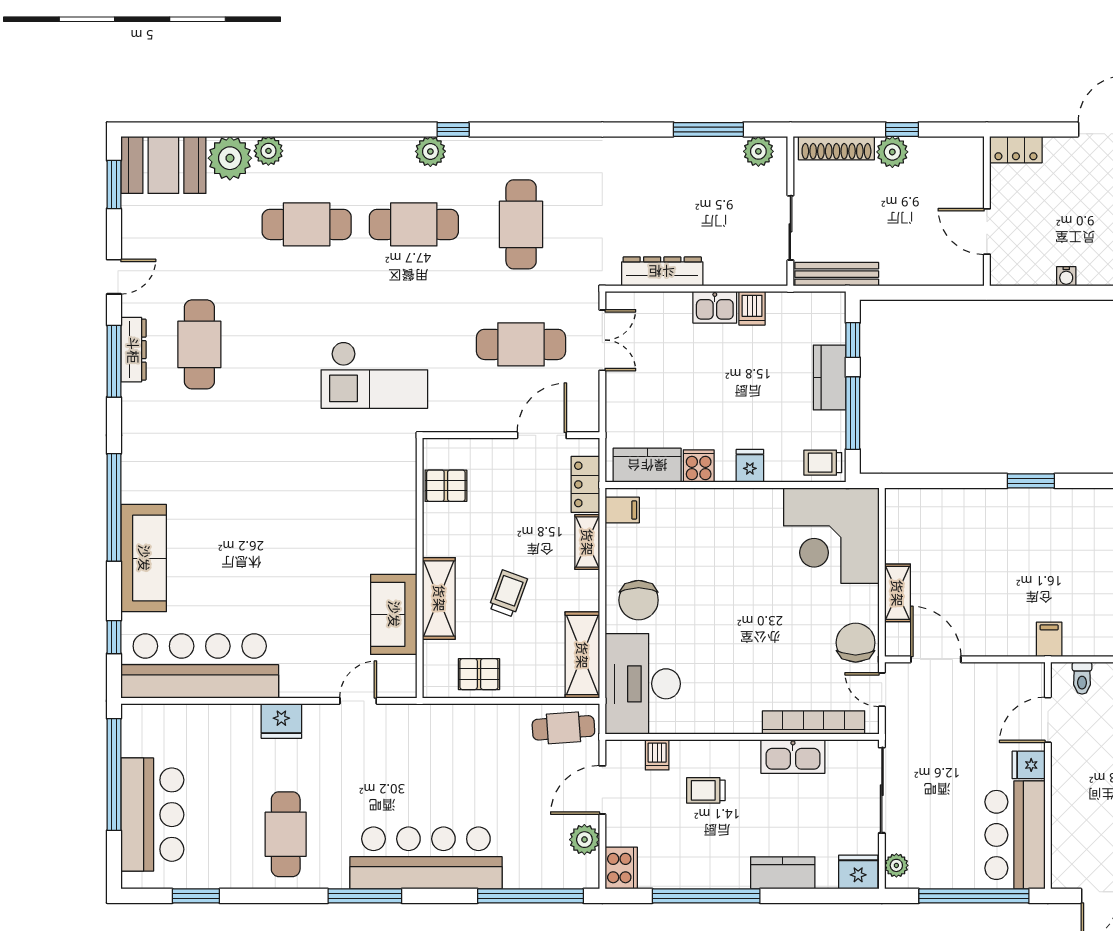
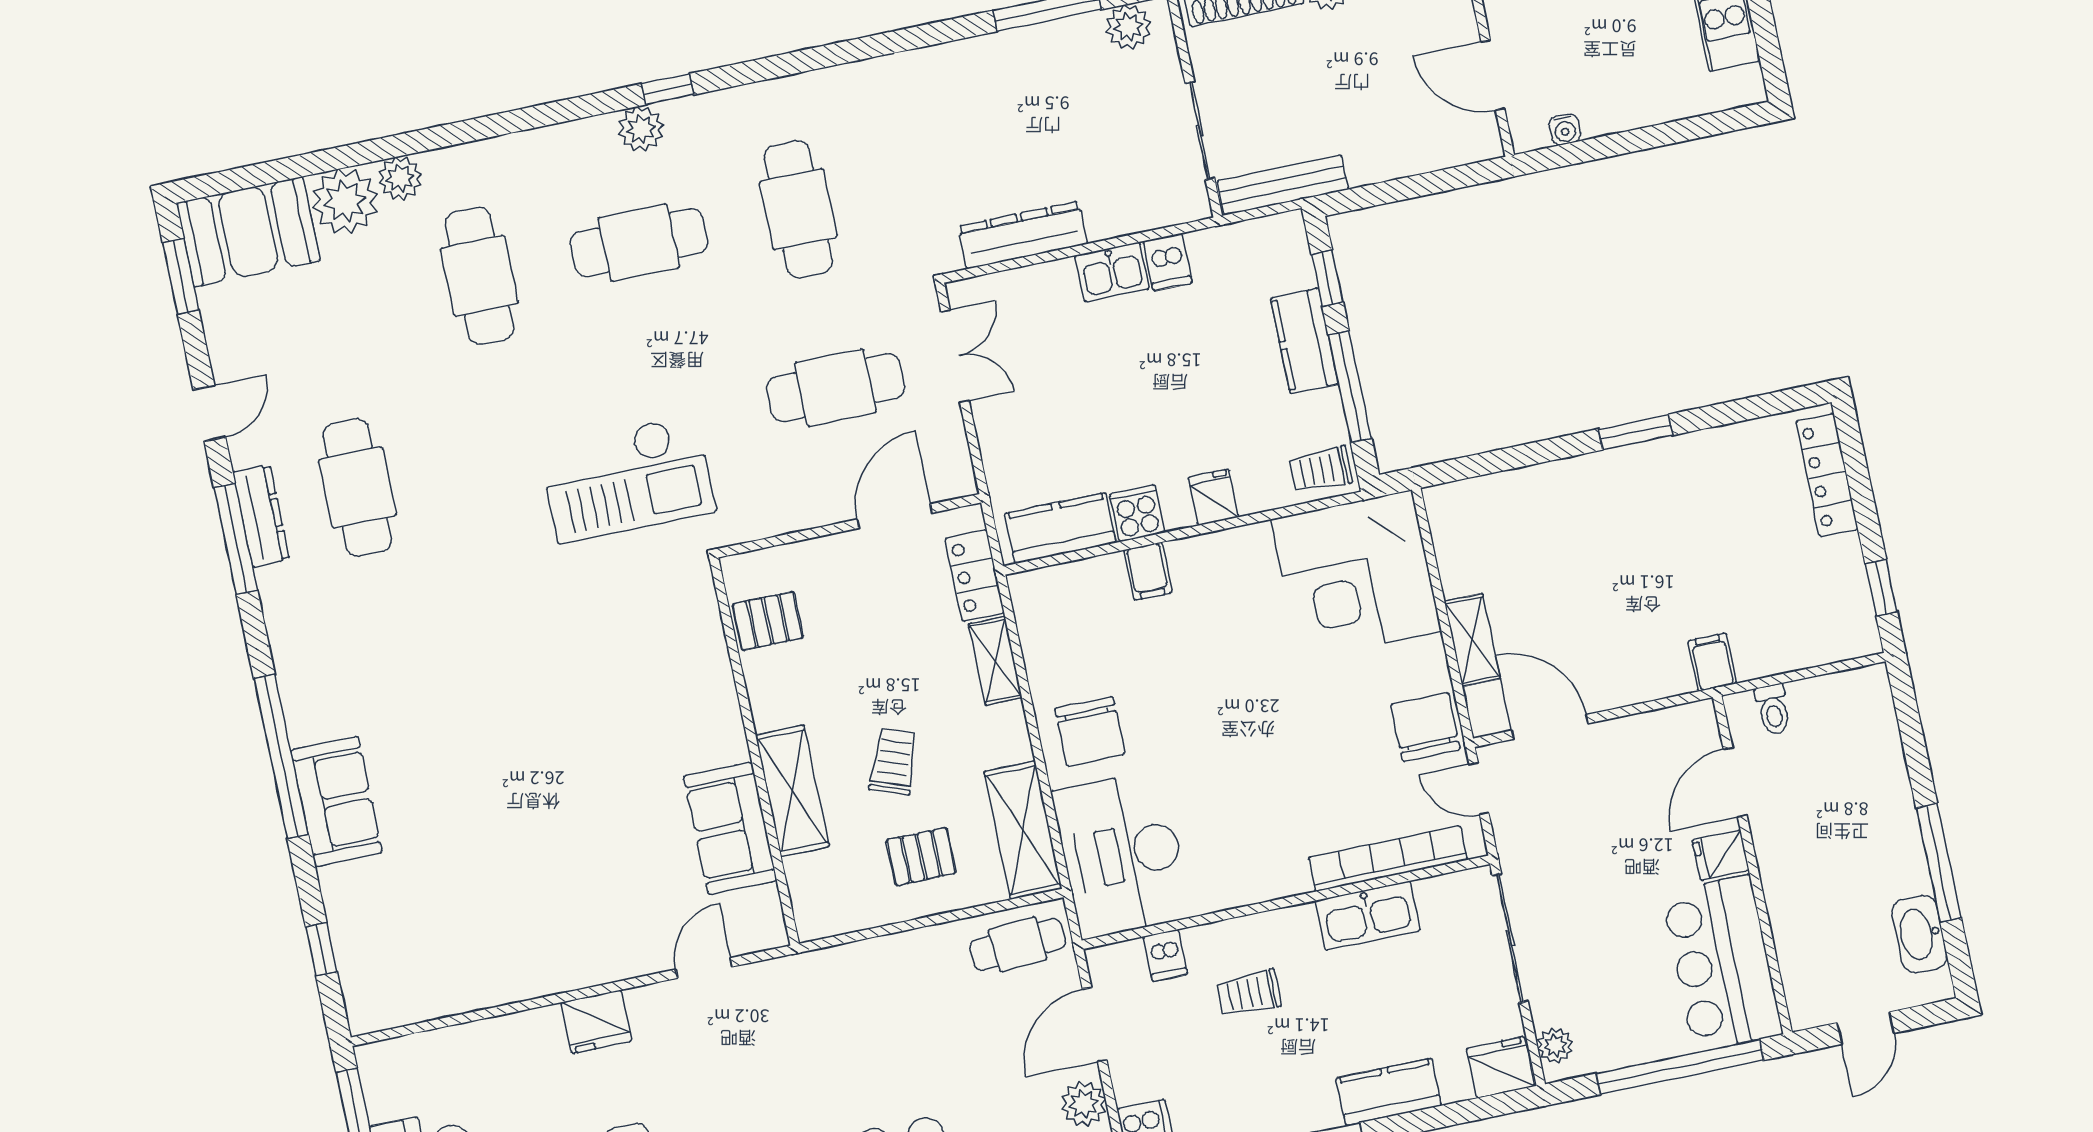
cafe table: (307, 224) -> (480, 276), turned 90
water cooler: (1066, 276) -> (1565, 129), moved
filing cabinet: (622, 510) -> (1148, 571), moved, turned 90
sofa: (144, 558) -> (336, 801), width x0.73
bar counter: (200, 666) -> (458, 965), removed
pallet: (479, 674) -> (921, 857), moved

